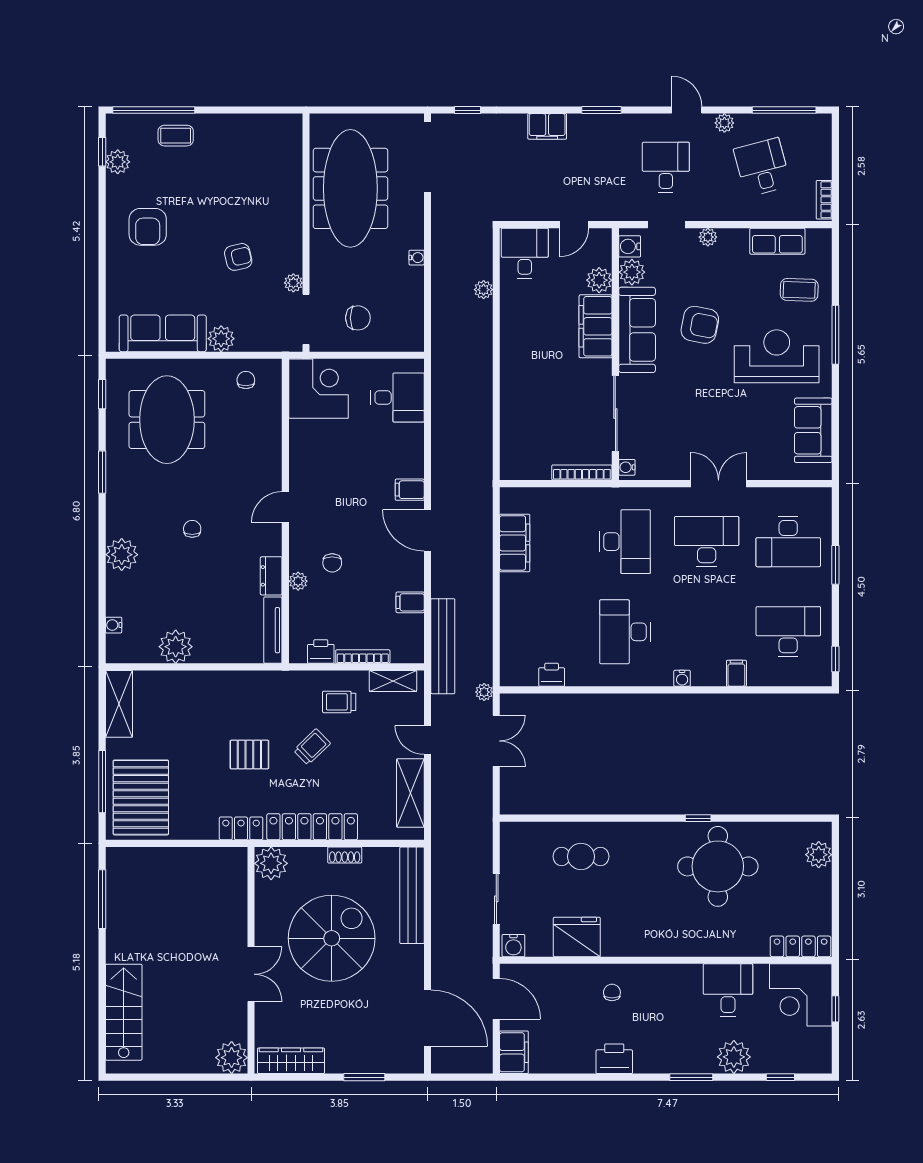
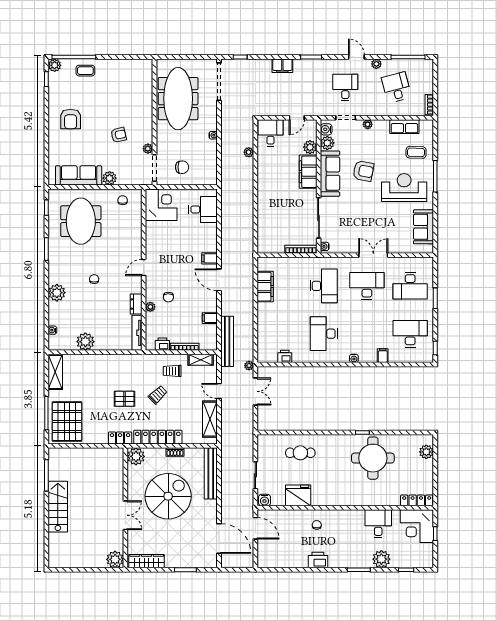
plant: (118, 162) -> (55, 65), moved
stairs: (124, 1012) -> (58, 507), moved
filing cabinet: (514, 1052) -> (265, 557), removed

